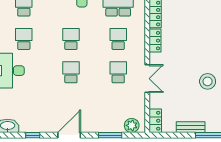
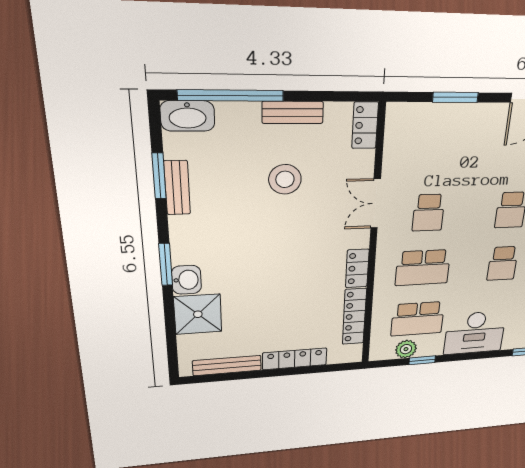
school desk: (118, 39) -> (423, 268), width x1.85
stool: (208, 81) -> (285, 179), moved
plant: (132, 125) -> (412, 116), removed

